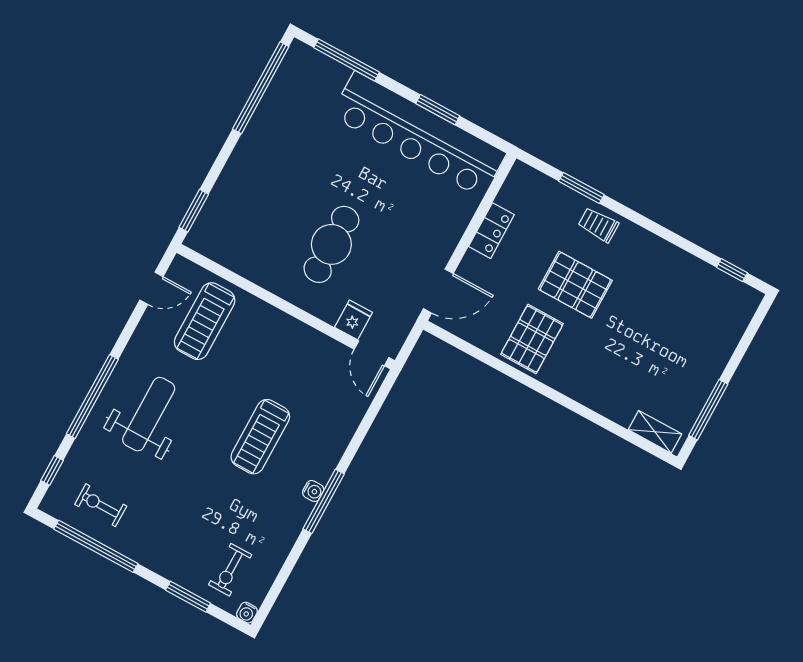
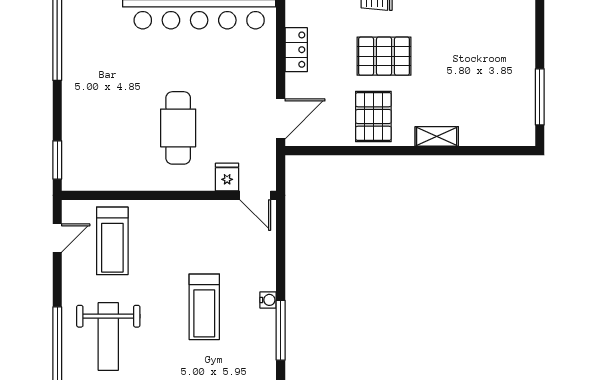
weight bench: (149, 414) -> (108, 337), turned 180
shelving: (655, 432) -> (437, 136), moved
water cooler: (313, 491) -> (268, 300), moved

